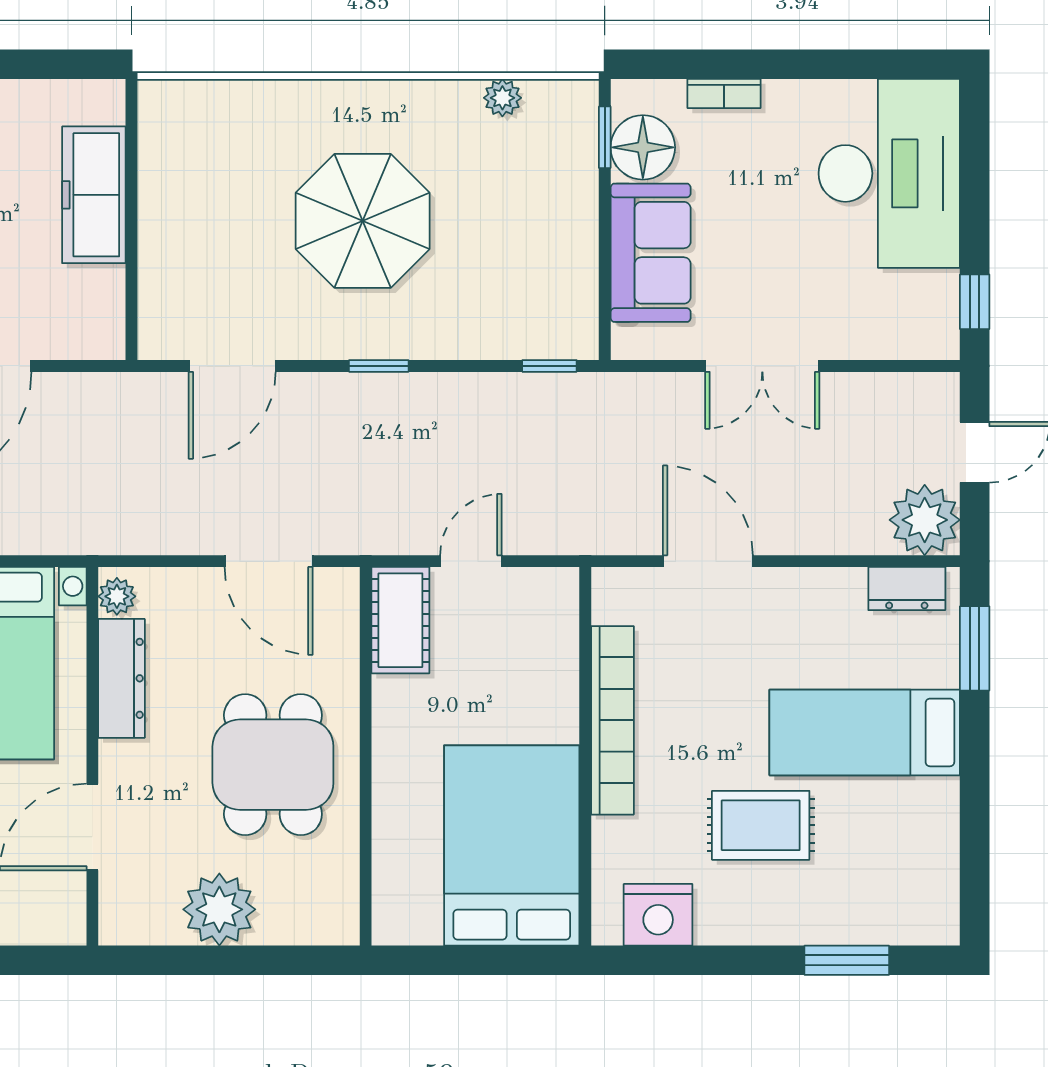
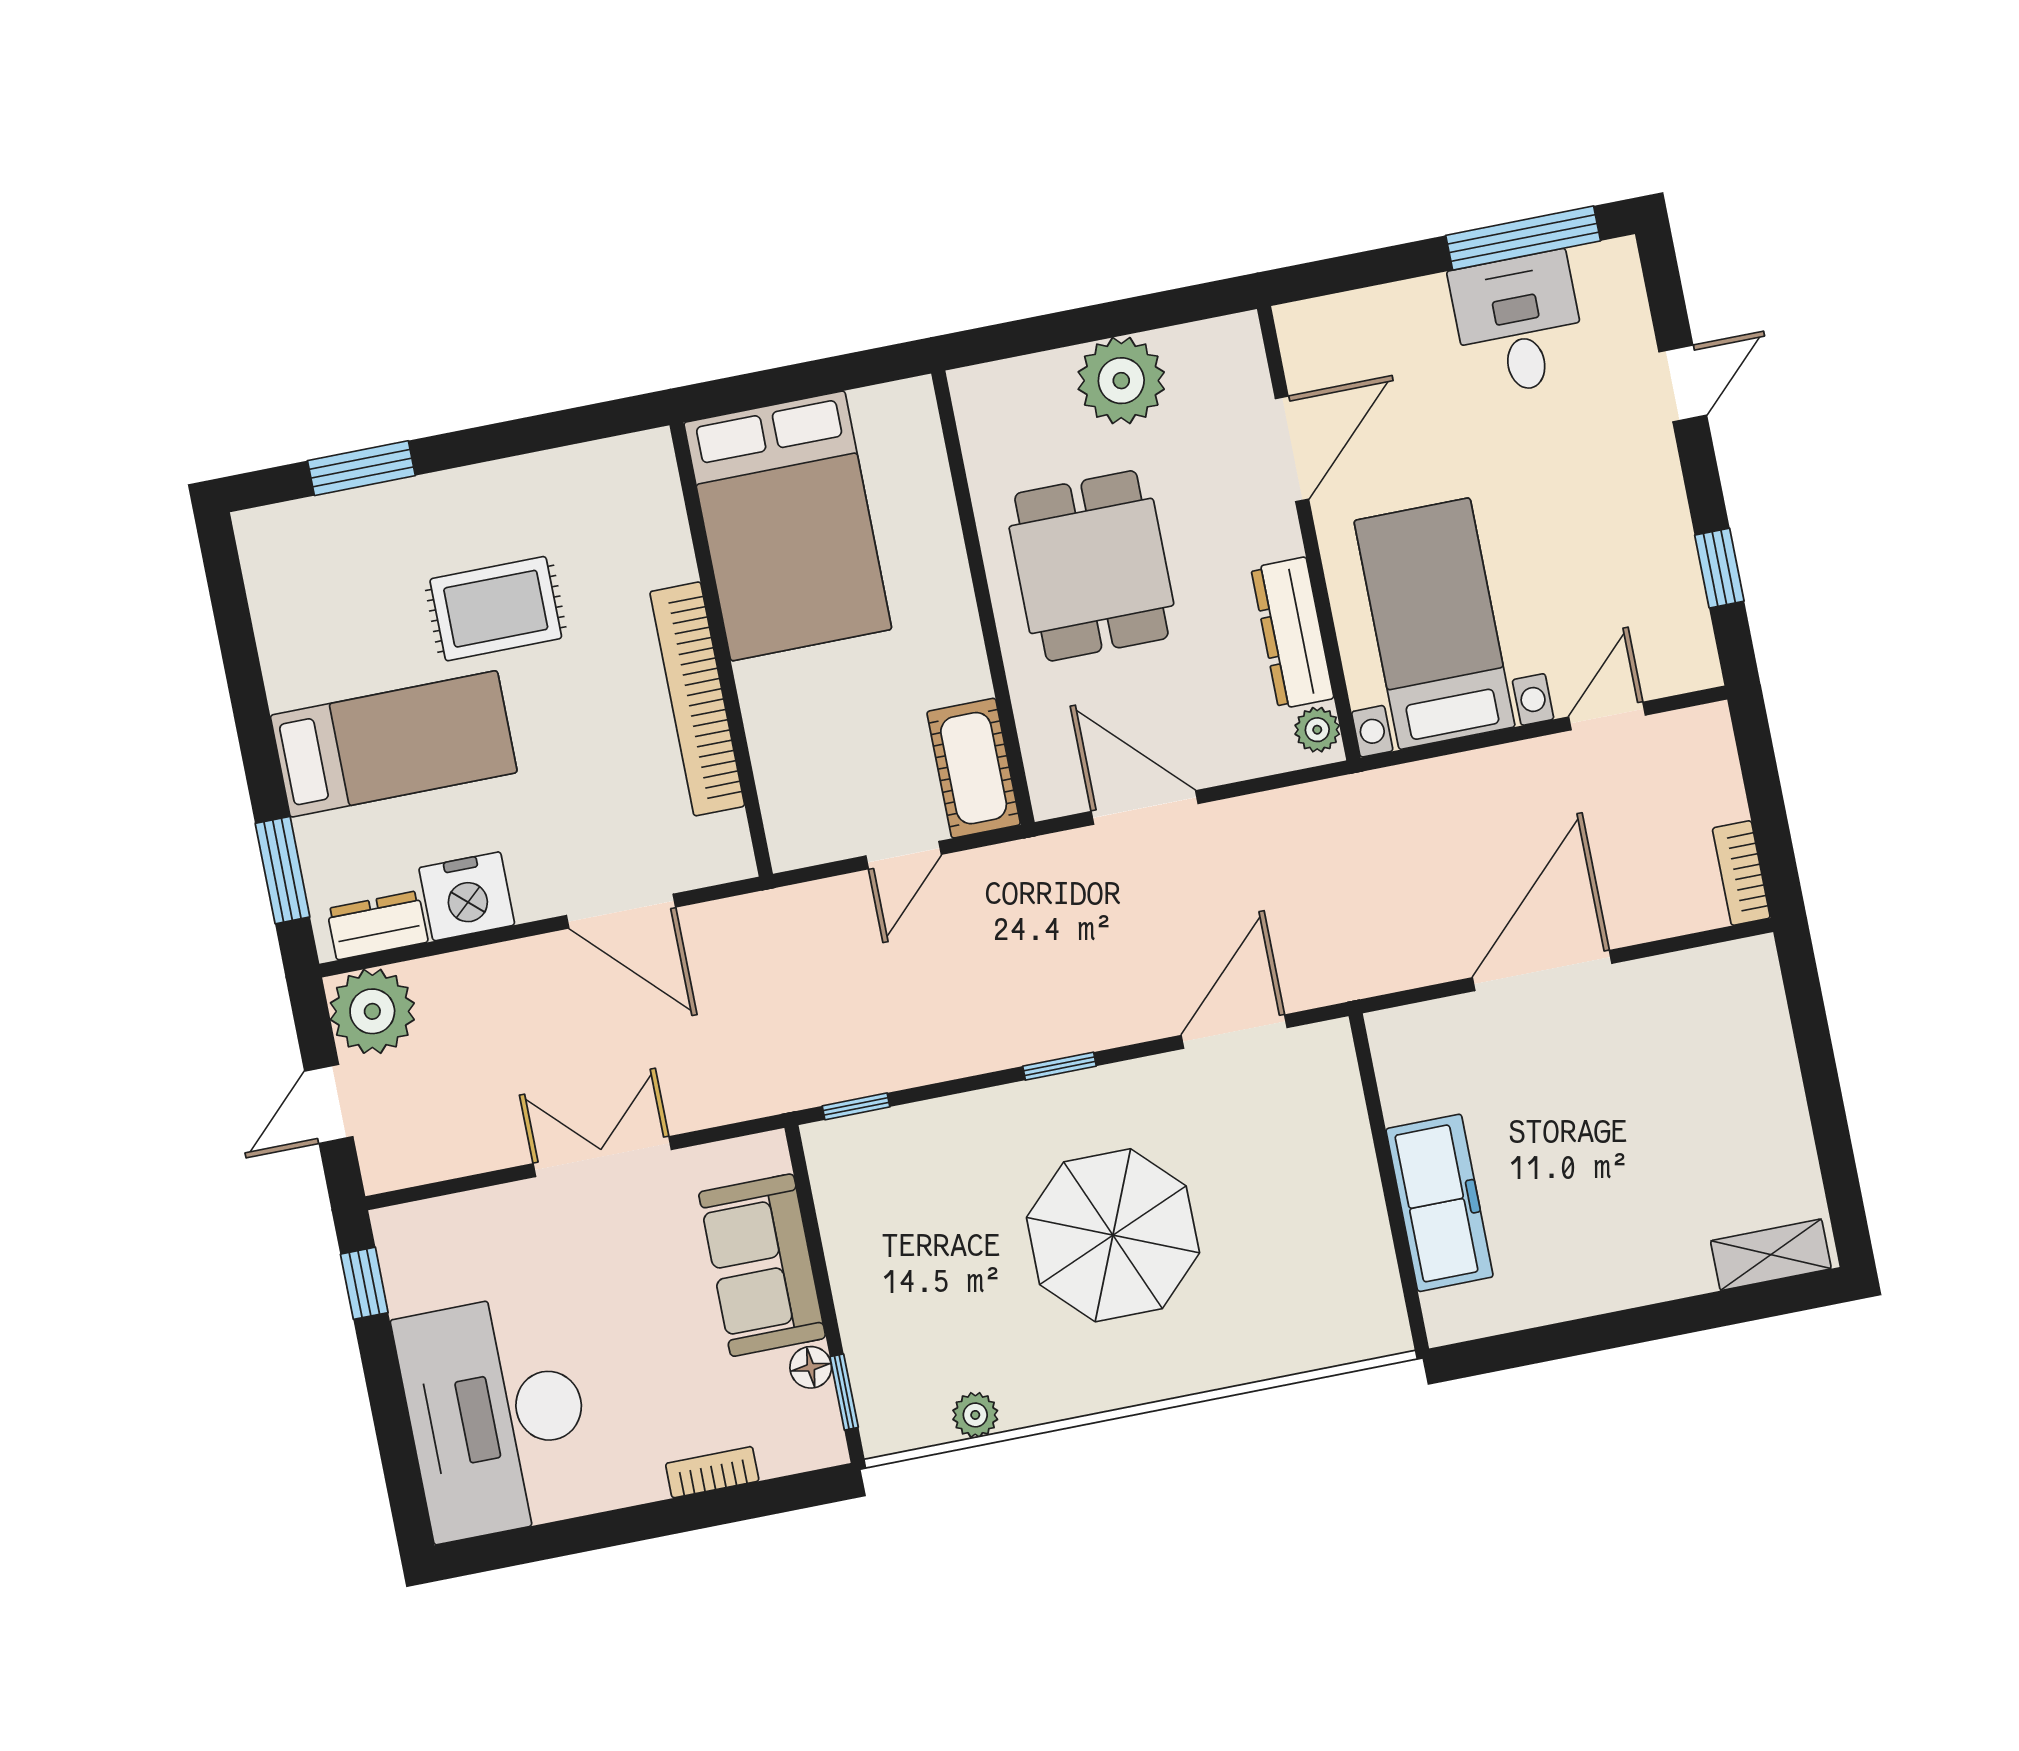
floor lamp: (643, 147) -> (811, 1367), width x0.53, depth x0.53
nightstand: (658, 915) -> (467, 896), moved, turned 180

